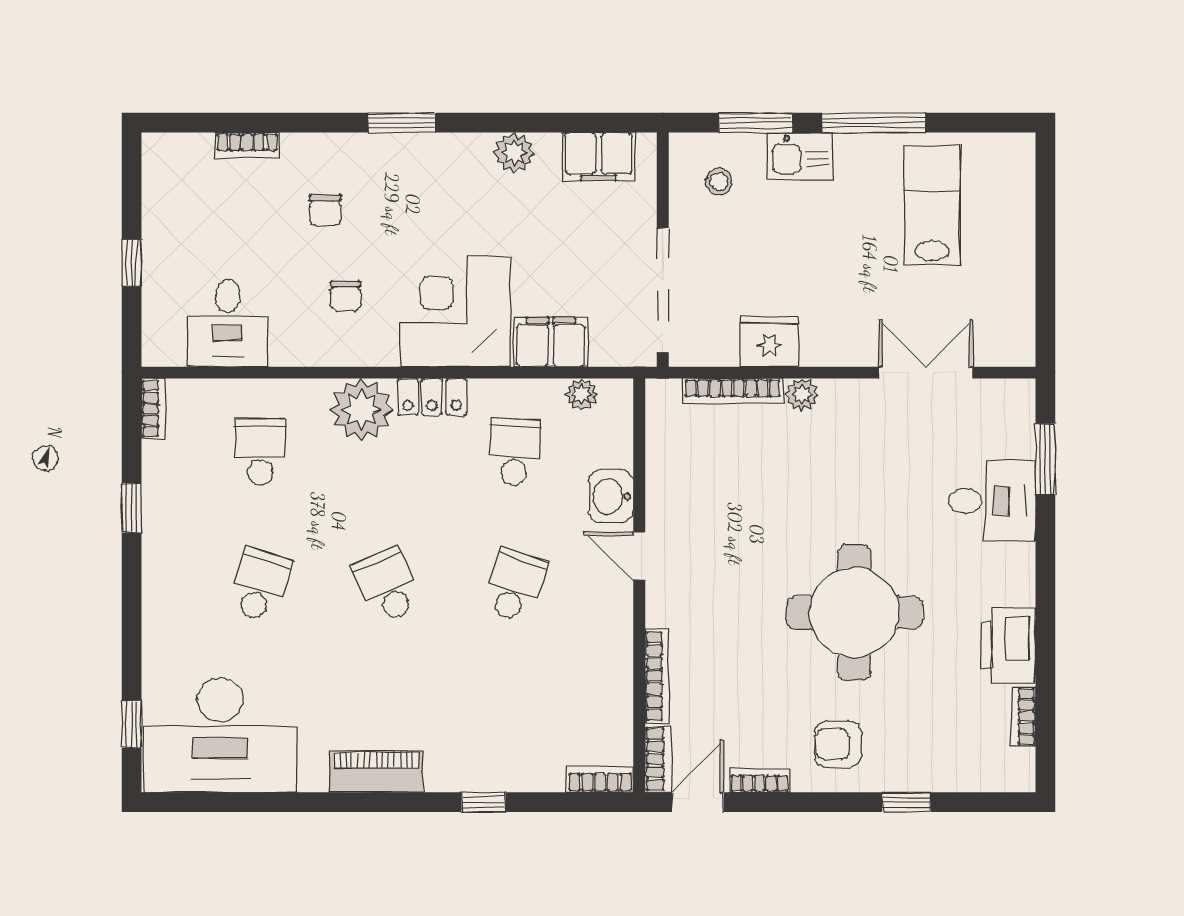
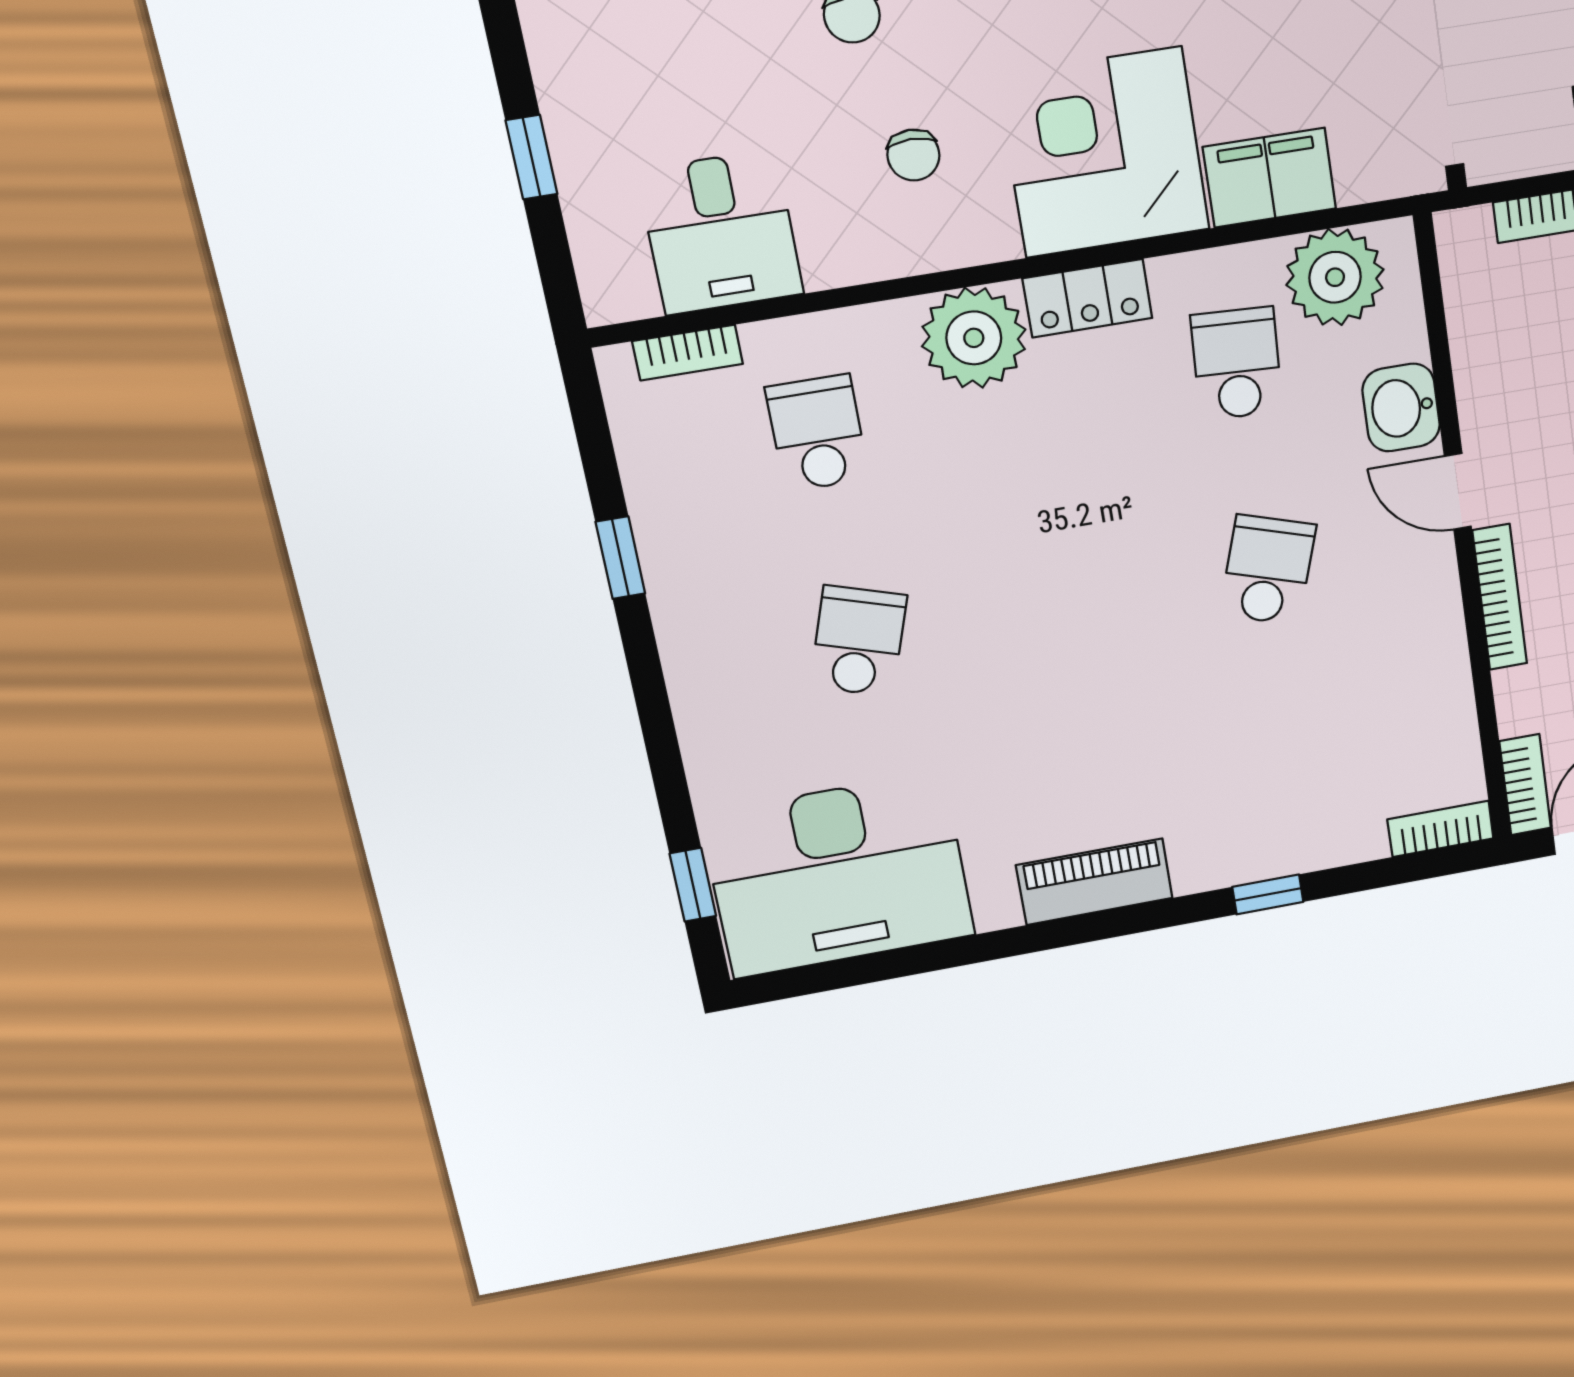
plant: (581, 395) -> (1335, 277), width x1.87, depth x1.87
bookcase: (153, 409) -> (688, 353), moved, turned 90
school desk: (387, 585) -> (1065, 605), removed
bookcase: (657, 676) -> (1500, 597), moved

